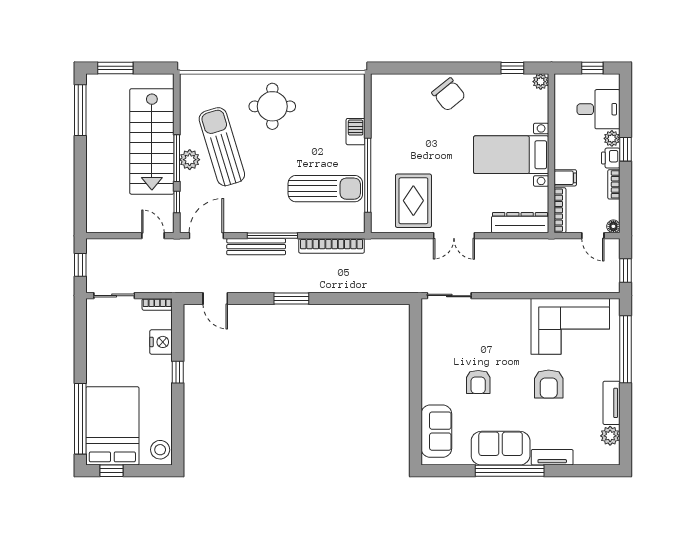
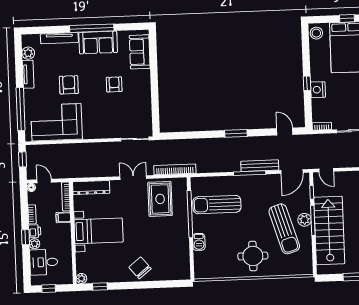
bookcase: (332, 246) -> (175, 169), moved
nightstand: (161, 342) -> (318, 90), moved
tv unit: (552, 457) -> (59, 38), width x1.41

